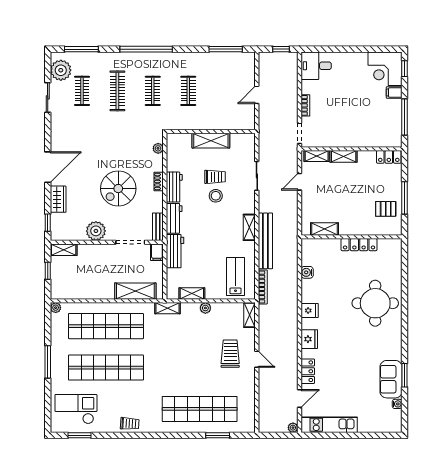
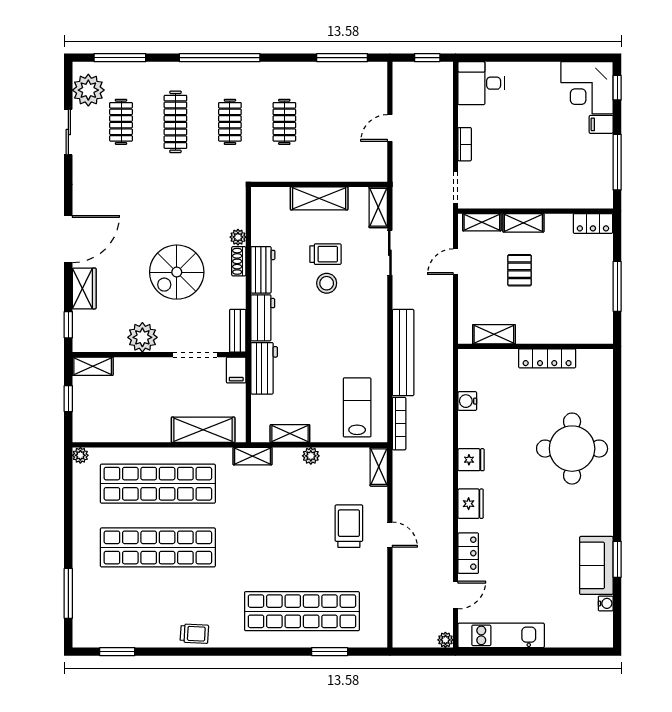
plant: (158, 148) -> (238, 237), moved
pallet: (386, 209) -> (520, 270), moved, turned 90
shelving: (249, 227) -> (378, 207), moved
window: (48, 362) -> (68, 593), moved
checkout: (76, 409) -> (112, 611), removed

